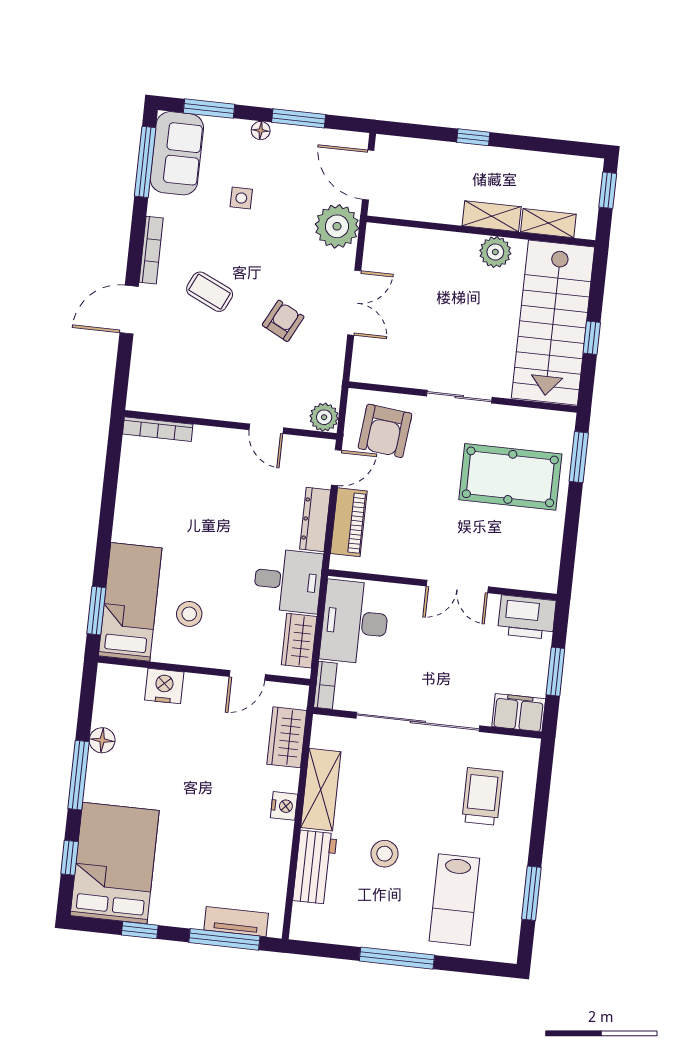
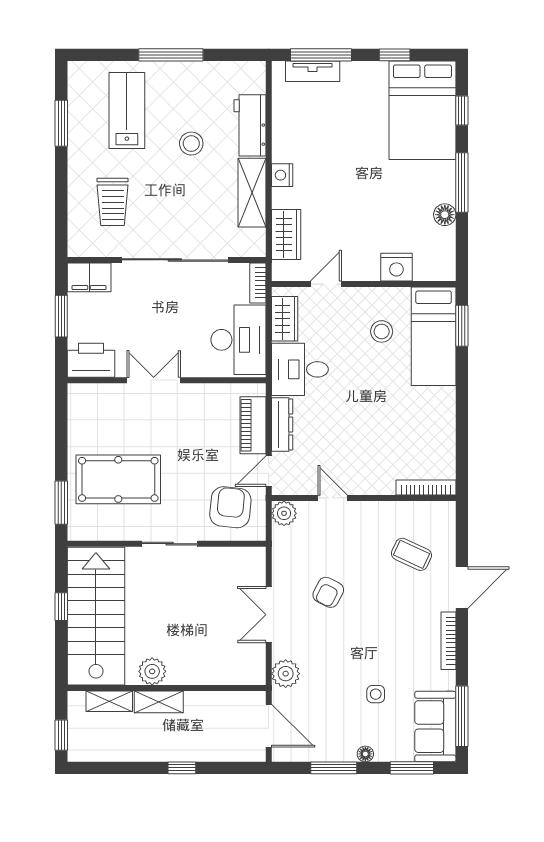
plant: (337, 226) -> (286, 674), width x0.73, depth x0.73
coffee table: (210, 292) -> (411, 554), moved

